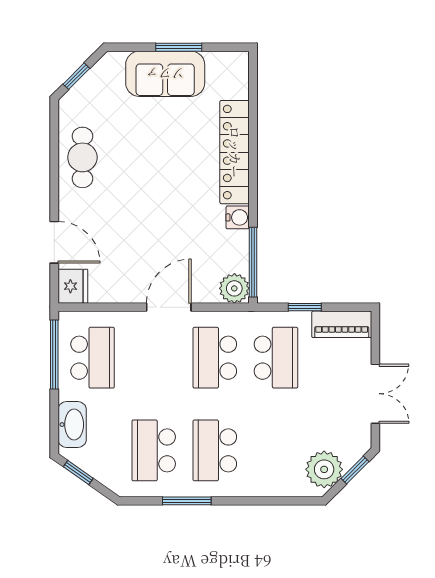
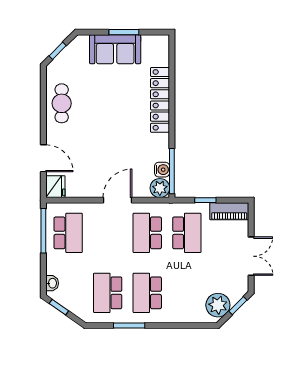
water cooler: (238, 217) -> (162, 170), moved
washbasin: (72, 425) -> (52, 283), width x0.52, depth x0.69

